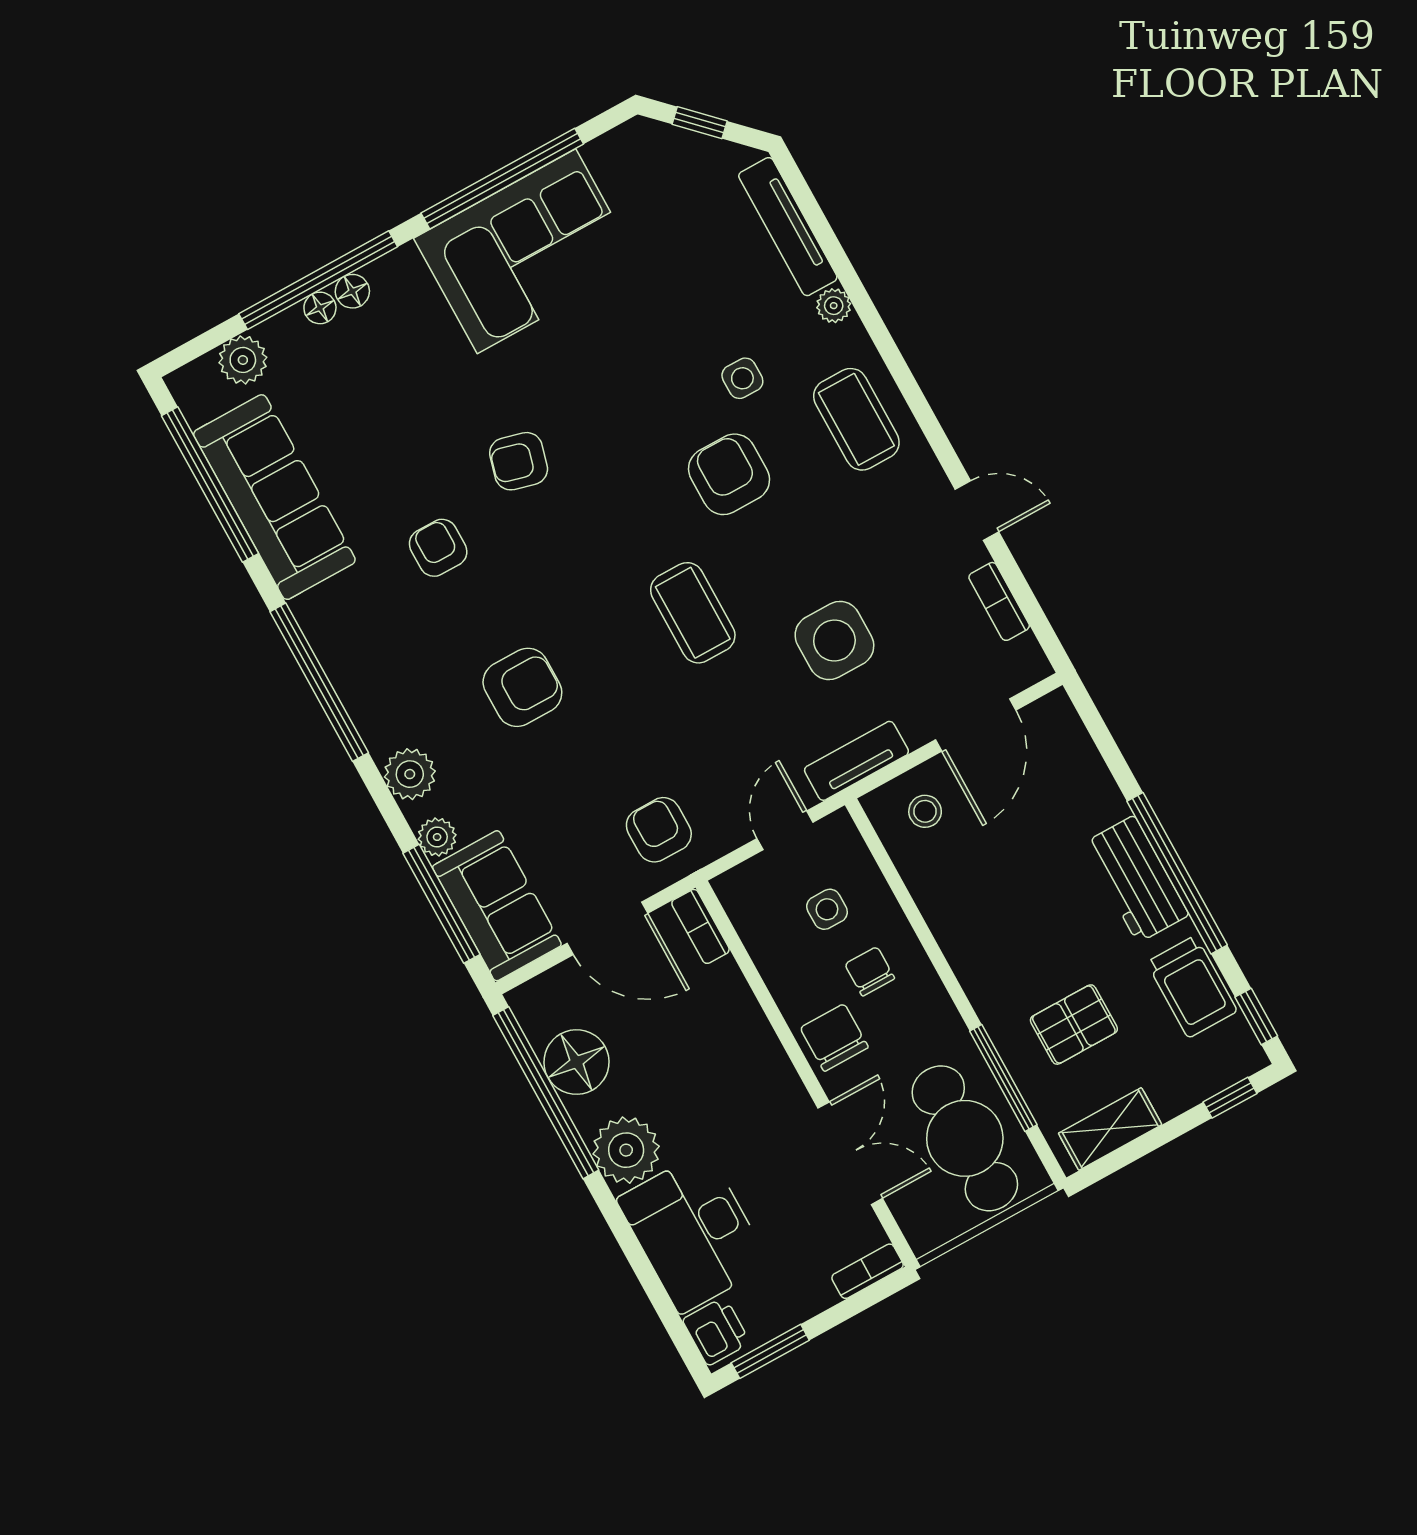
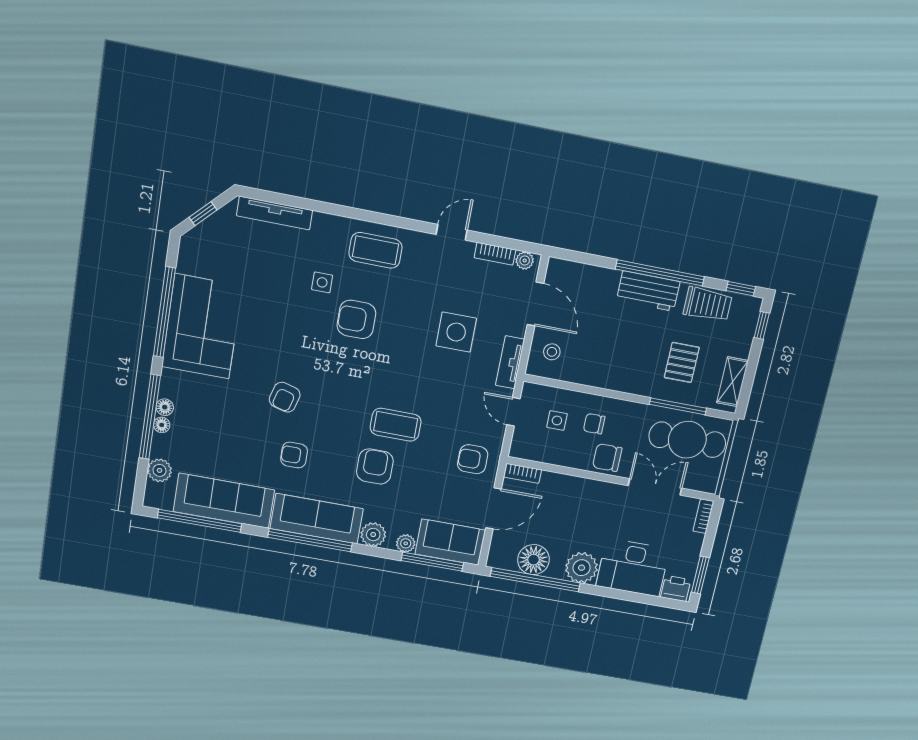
plant: (834, 306) -> (525, 261), moved
coffee table: (693, 613) -> (396, 425), moved
sofa: (363, 664) -> (317, 519), added

